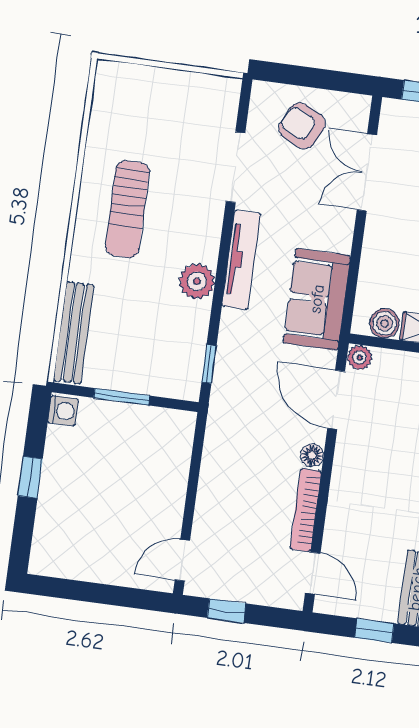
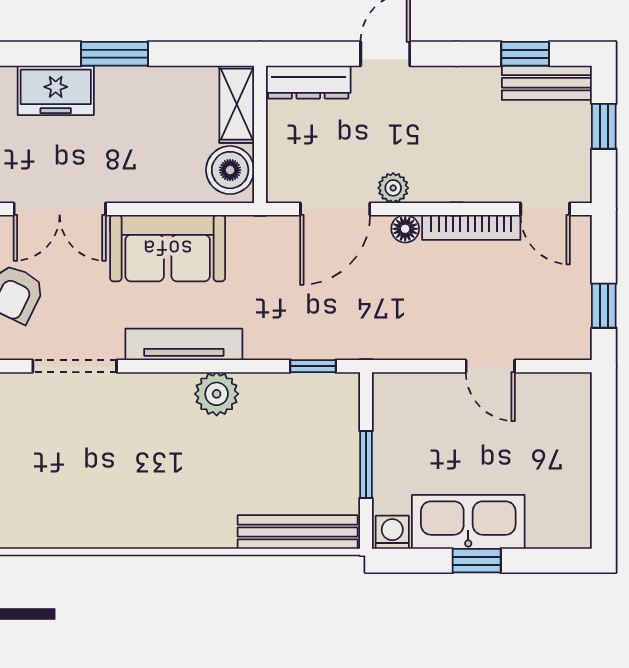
sun lounger: (127, 209) -> (142, 488), removed
sofa: (317, 299) -> (168, 248), moved
boiler: (385, 323) -> (230, 170), width x1.36, depth x1.36
plant: (360, 357) -> (393, 188), moved
kitchen sink: (63, 475) -> (468, 522), added
door: (182, 560) -> (490, 366), moved
door: (313, 573) -> (545, 209), swing flipped

